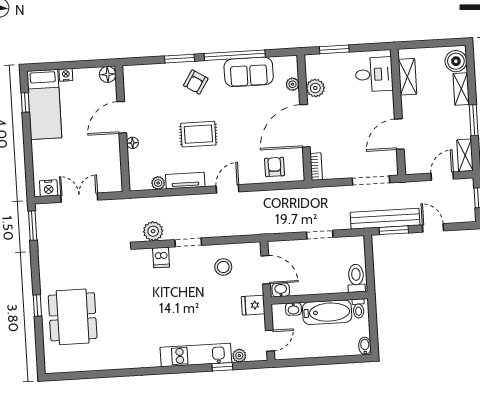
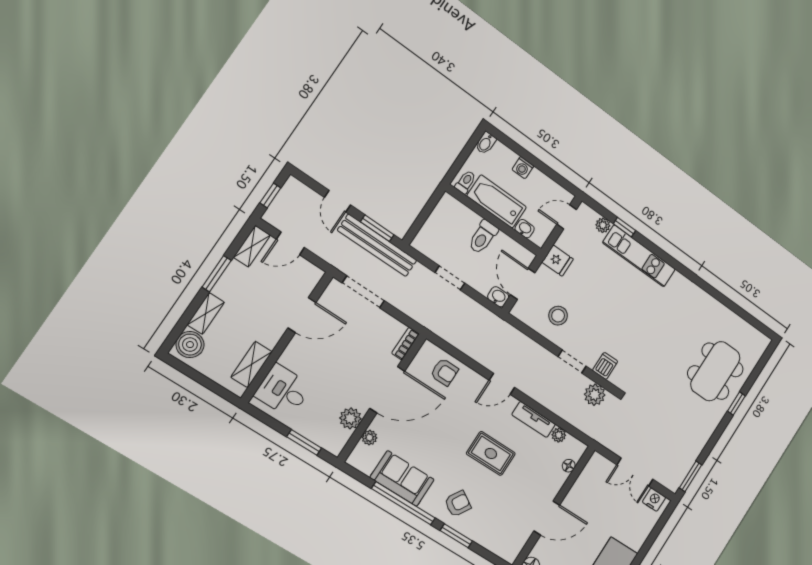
floor lamp: (132, 143) -> (569, 466), moved
armchair: (275, 167) -> (444, 372), turned -90
toilet: (356, 278) -> (483, 237), moved
washbasin: (281, 290) -> (498, 297), moved, turned 180
washing machine: (327, 350) -> (523, 168), added

